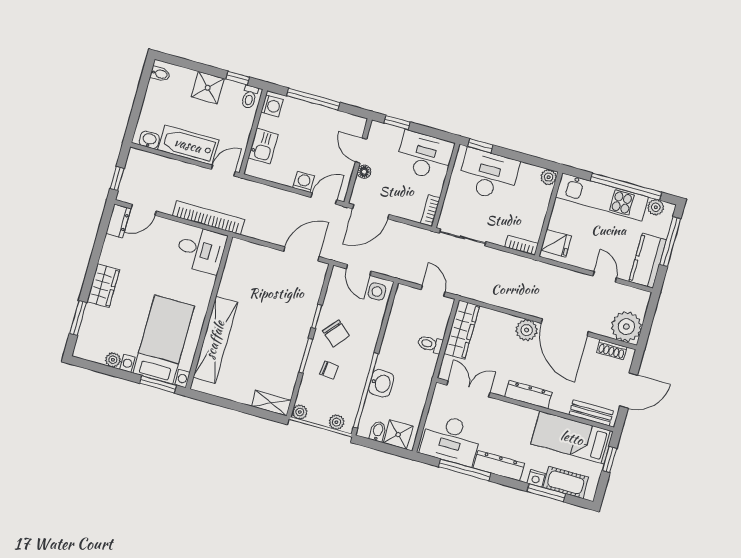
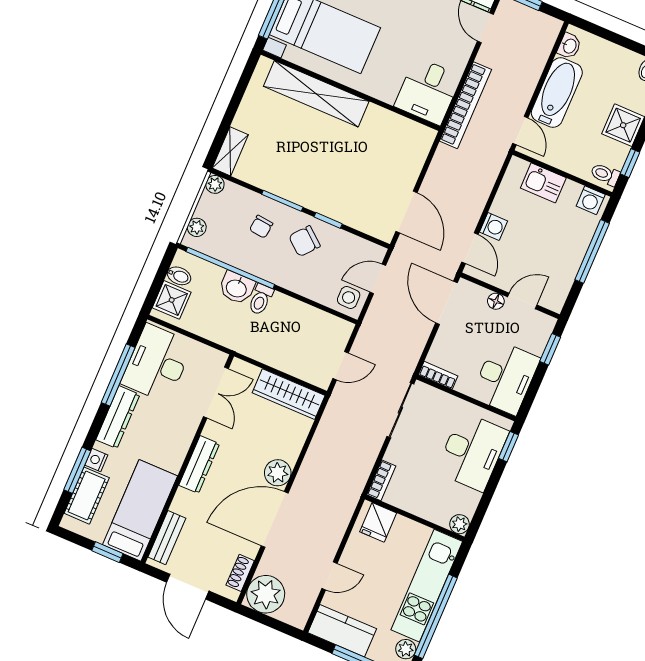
toilet: (430, 344) -> (261, 299), moved, turned 180

